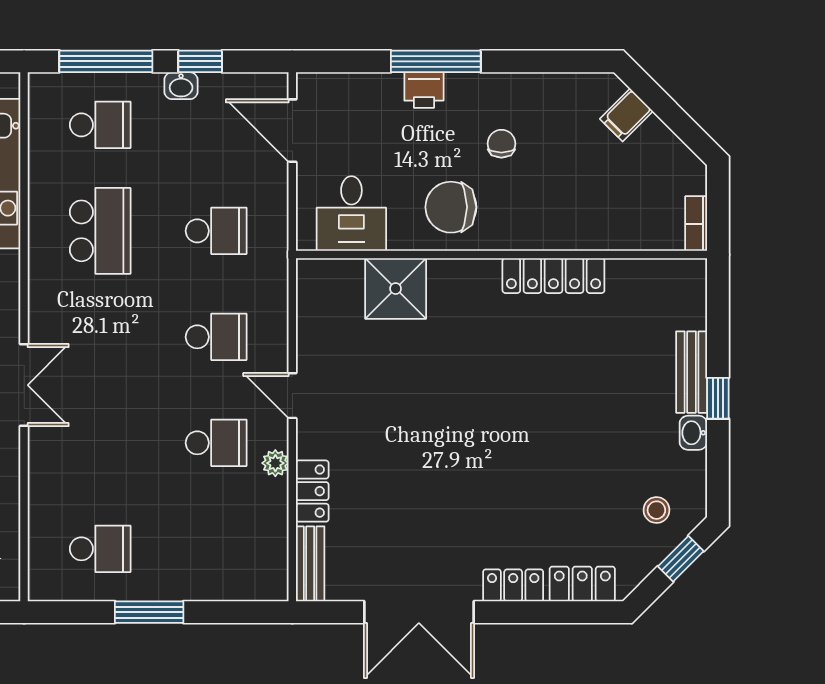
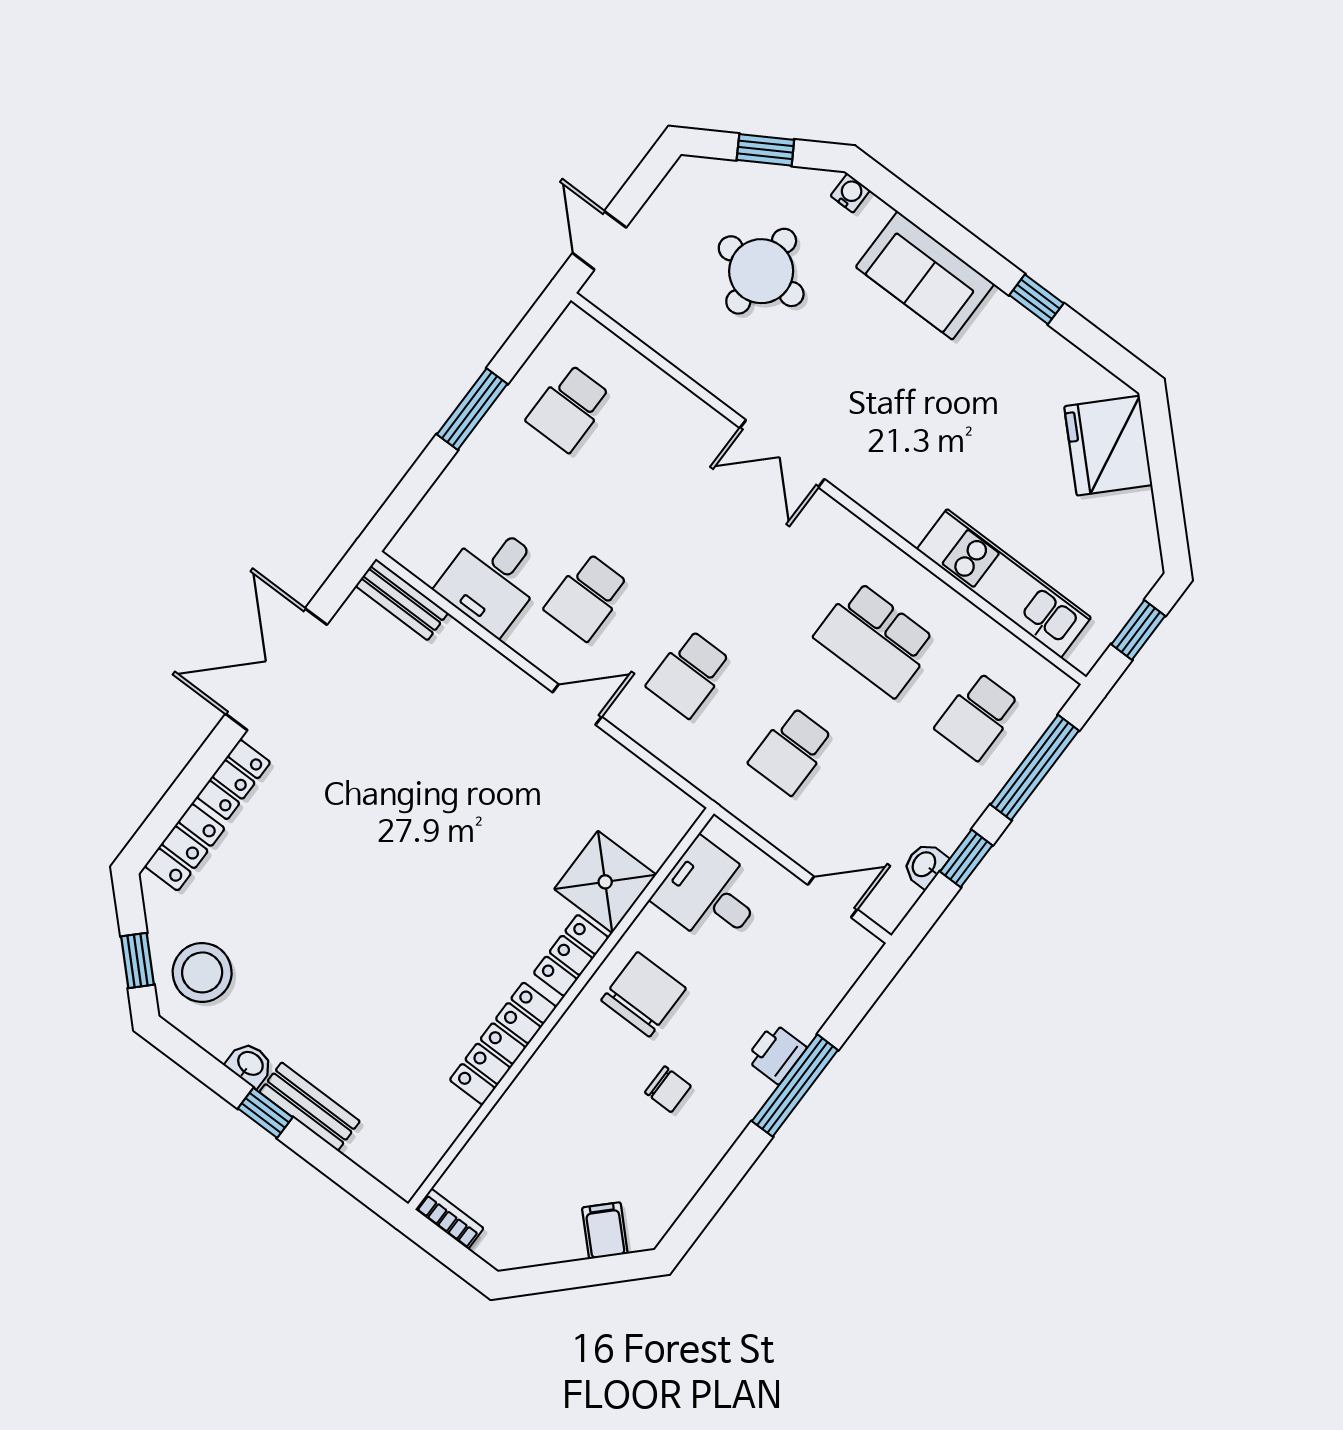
washbasin: (181, 86) -> (925, 865), moved
door: (292, 131) -> (832, 897), width x0.73
plant: (275, 463) -> (524, 639), removed
locker: (312, 491) -> (571, 955), moved, turned 90
stool: (656, 510) -> (202, 972), width x1.89, depth x1.89
desk: (251, 514) -> (493, 579), added

